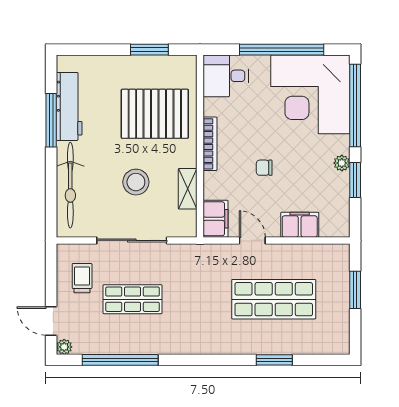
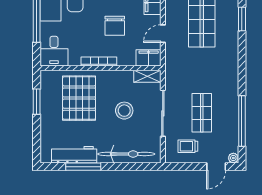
chair: (264, 168) -> (115, 26), width x1.87, depth x1.87
shelving: (188, 189) -> (147, 76), moved

